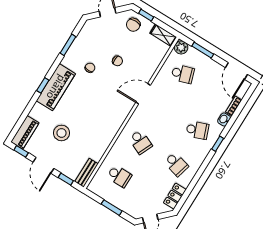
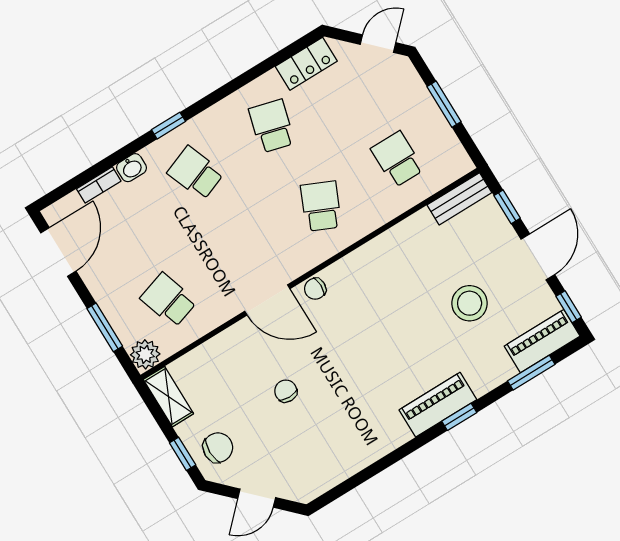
window: (68, 45) -> (531, 373), moved
chair: (90, 68) -> (315, 289), moved
piano: (56, 87) -> (438, 405), width x0.73, depth x0.75

